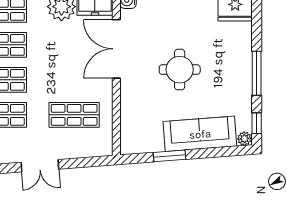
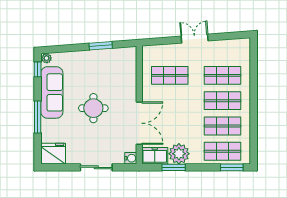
window: (257, 73) -> (38, 117), moved
sofa: (200, 134) -> (52, 92), moved, turned -86

